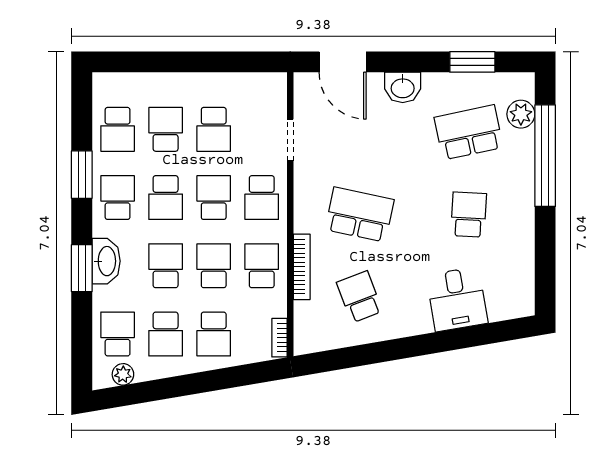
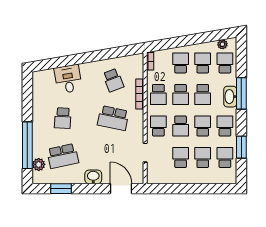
school desk: (166, 129) -> (203, 157), turned 180
window: (82, 175) -> (241, 147), moved
school desk: (118, 198) -> (225, 126), turned 180
window: (82, 268) -> (241, 93), width x1.44
school desk: (118, 334) -> (225, 63), turned 180

